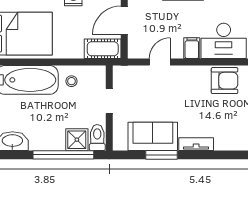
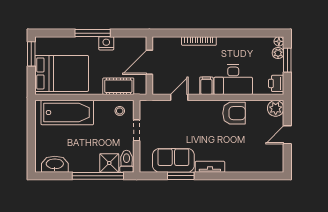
cot: (103, 49) -> (118, 86), moved
stool: (71, 81) -> (120, 111), moved

